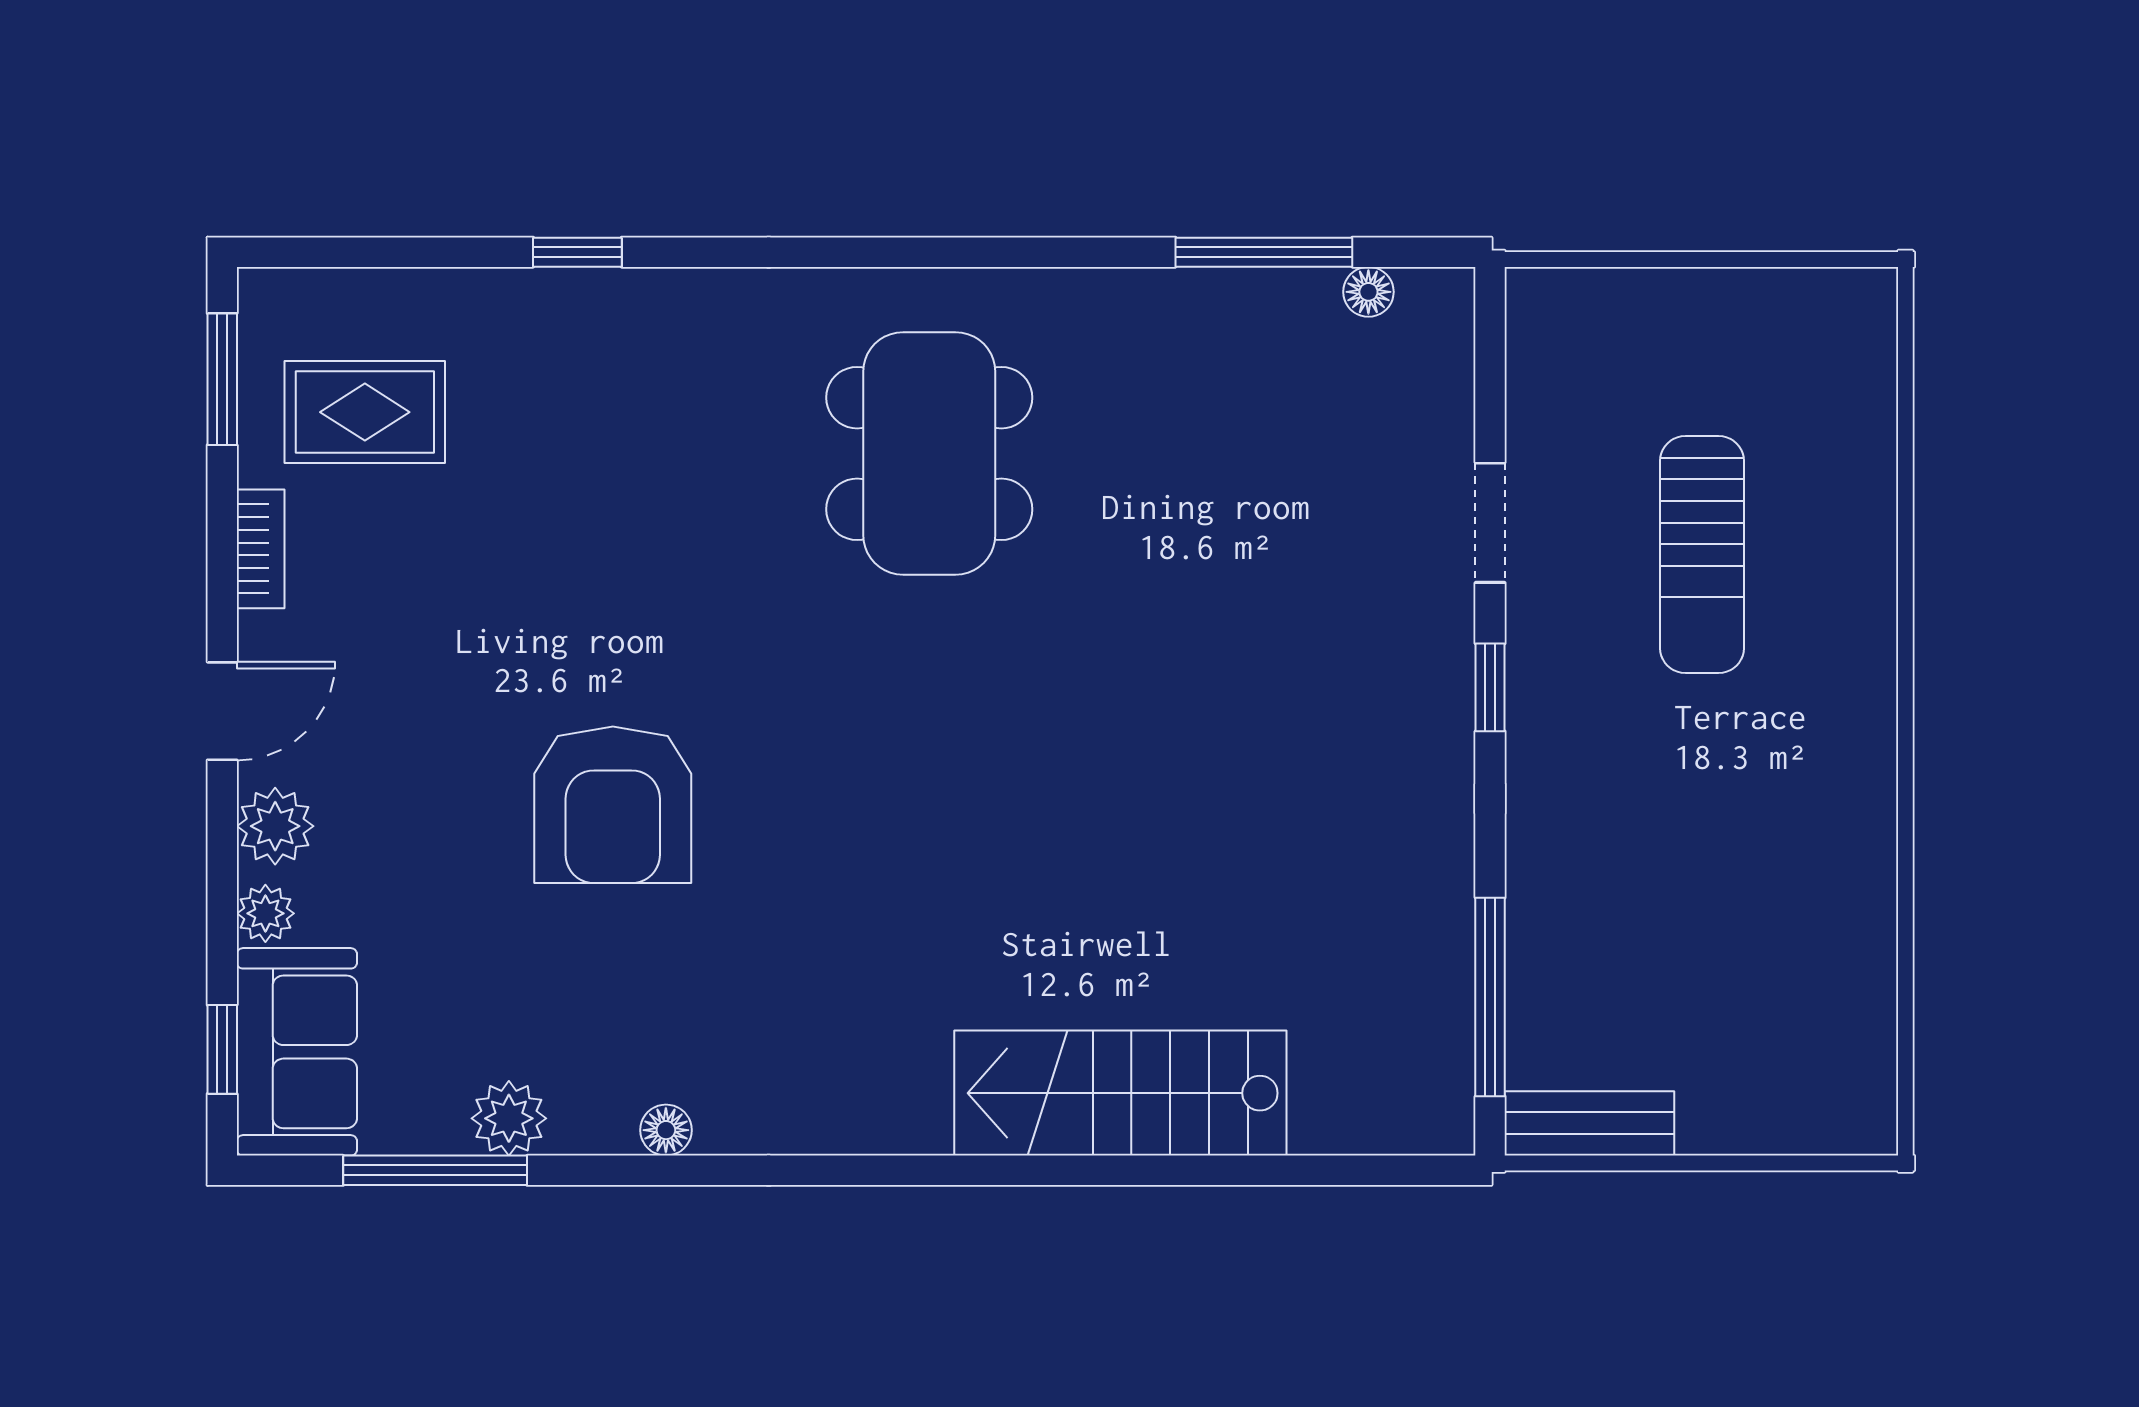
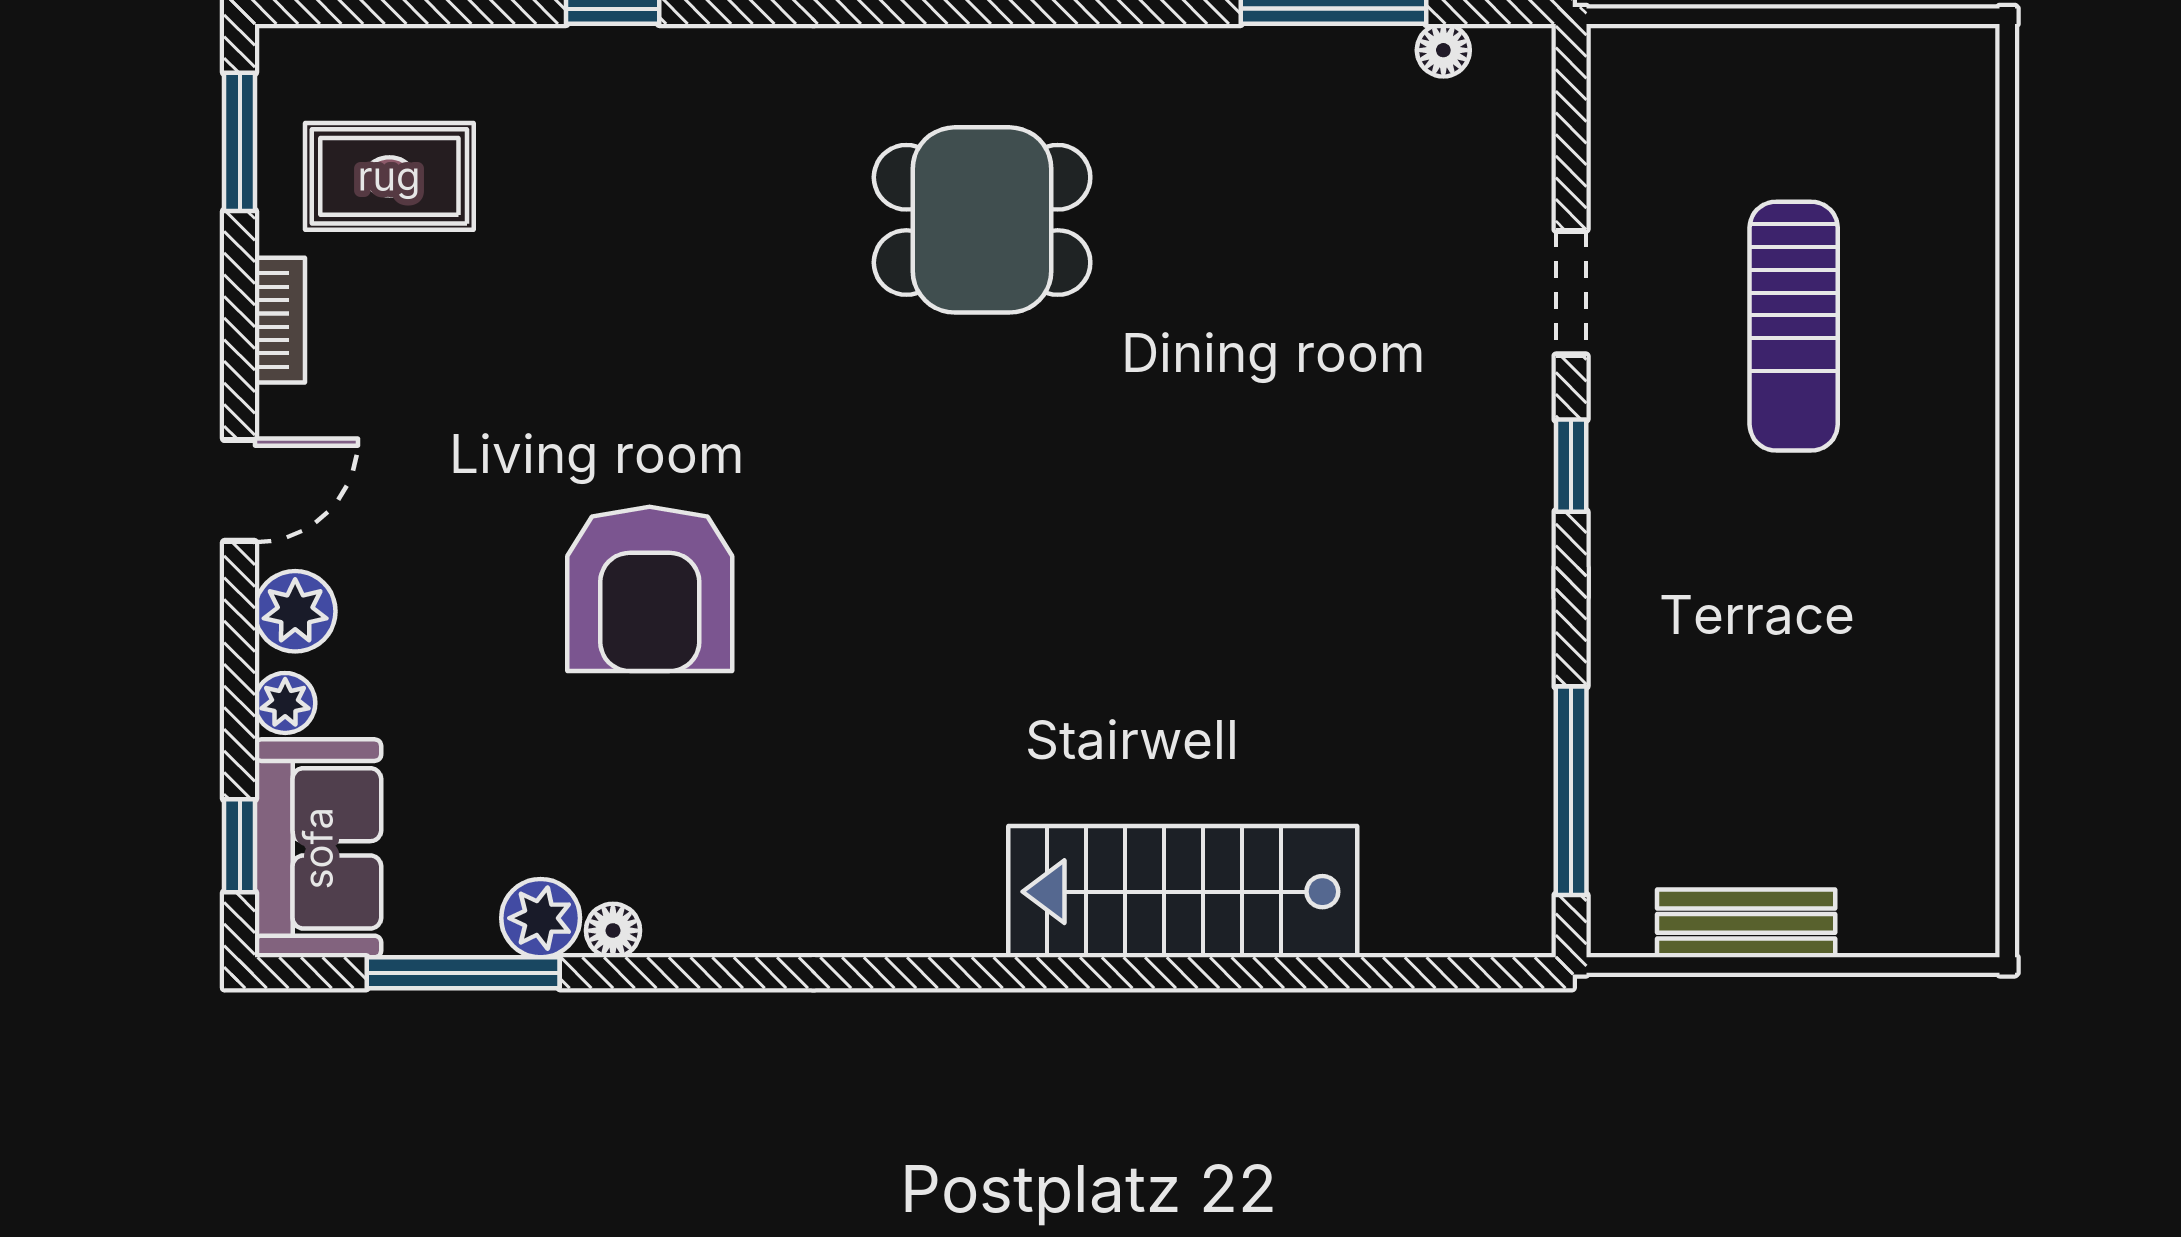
dining table: (929, 453) -> (982, 220), width x0.73
bench: (1589, 1123) -> (1746, 923), moved
floor lamp: (666, 1130) -> (613, 931), moved

